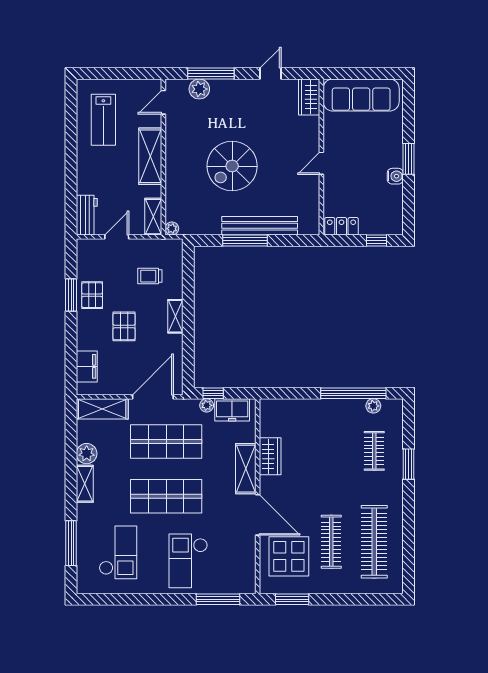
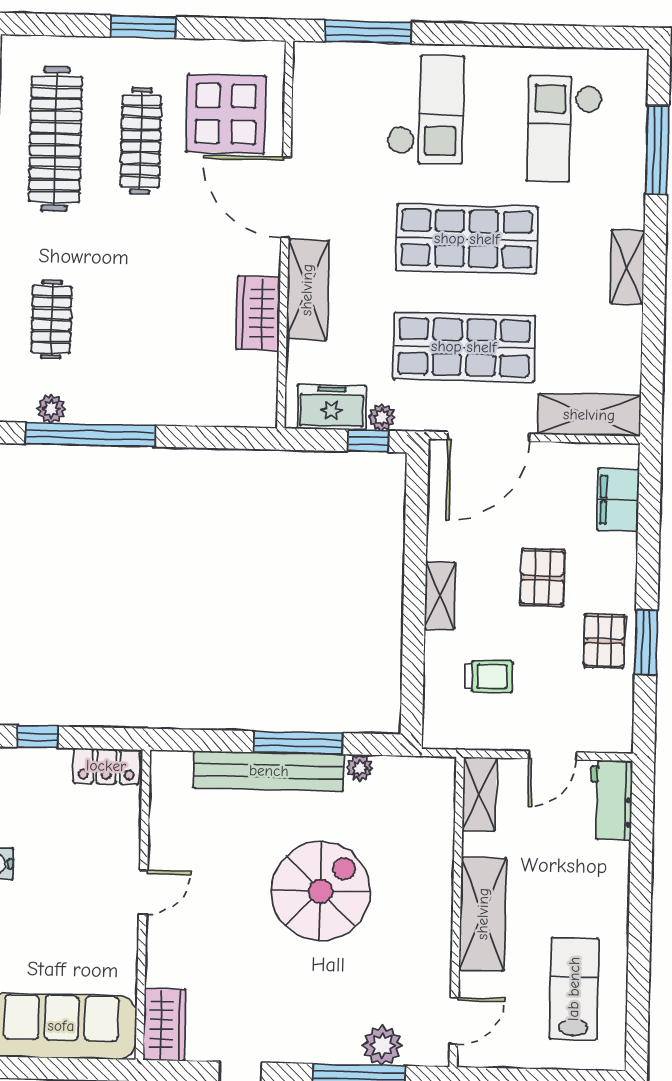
plant: (172, 229) -> (360, 768), moved
plant: (87, 454) -> (622, 327), removed
window: (292, 599) -> (143, 27), moved

